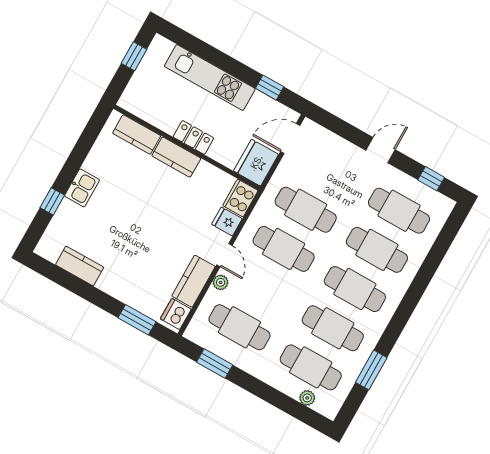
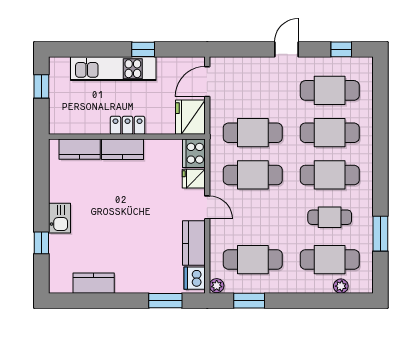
window: (270, 88) -> (143, 49), moved
plant: (221, 282) -> (217, 286), moved
cafe table: (333, 328) -> (330, 217), width x0.73, depth x0.74

